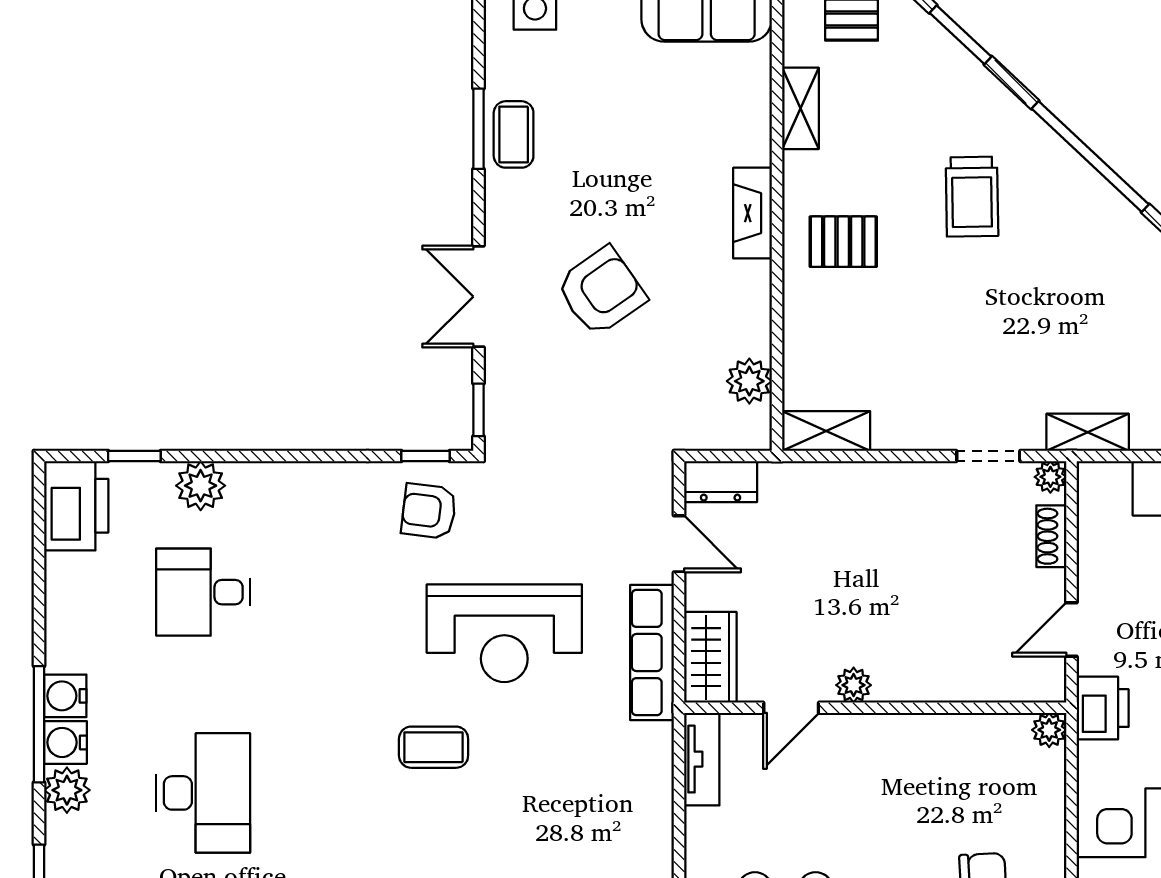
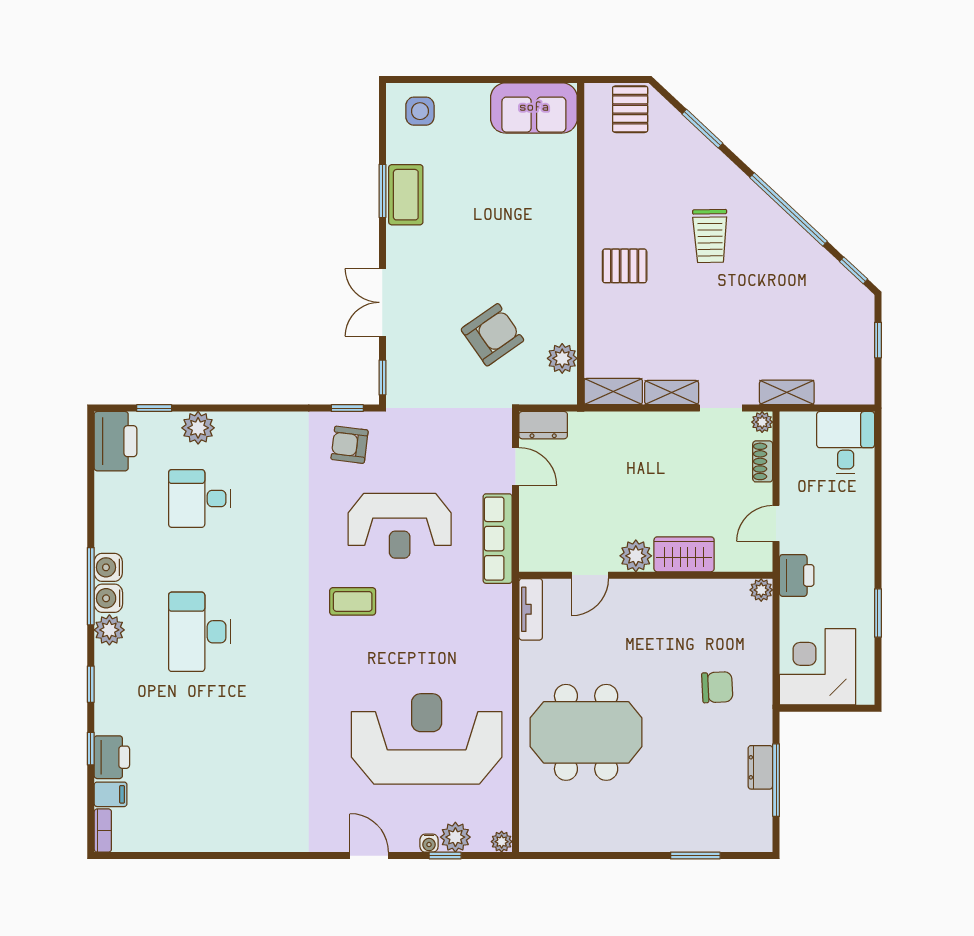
shelving: (800, 108) -> (672, 393), moved, turned 90
coffee table: (514, 134) -> (406, 195), width x1.36, depth x1.30
fireplace: (753, 213) -> (564, 247), removed
armchair: (601, 291) -> (492, 335), moved
wardrobe: (710, 657) -> (684, 554), moved, turned -90
plant: (854, 685) -> (636, 556), width x1.38, depth x1.38
desk: (203, 793) -> (200, 632), turned 180

